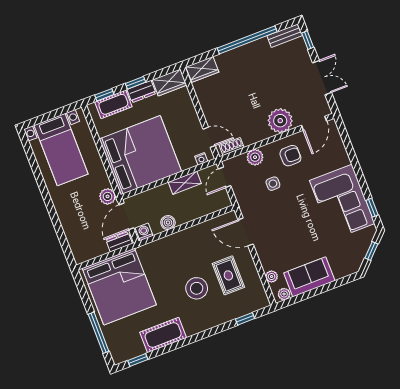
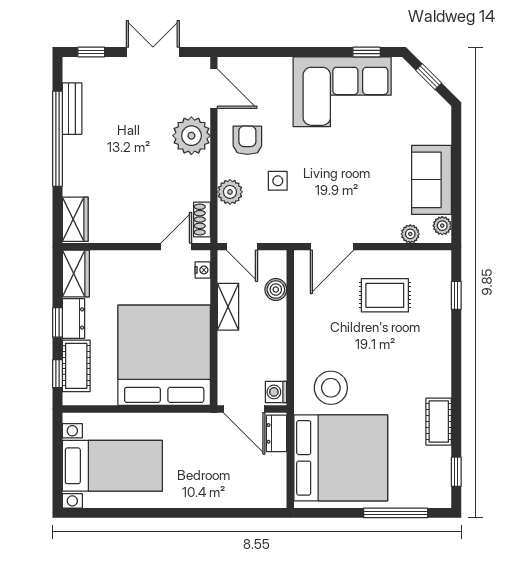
bench: (285, 36) -> (72, 109), moved
plant: (108, 196) -> (205, 425), removed
boiler: (168, 223) -> (276, 290), moved
stool: (197, 288) -> (331, 388), moved
cot: (163, 335) -> (439, 422), width x0.73, depth x0.75

